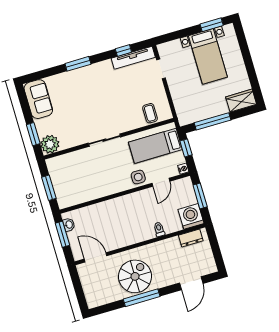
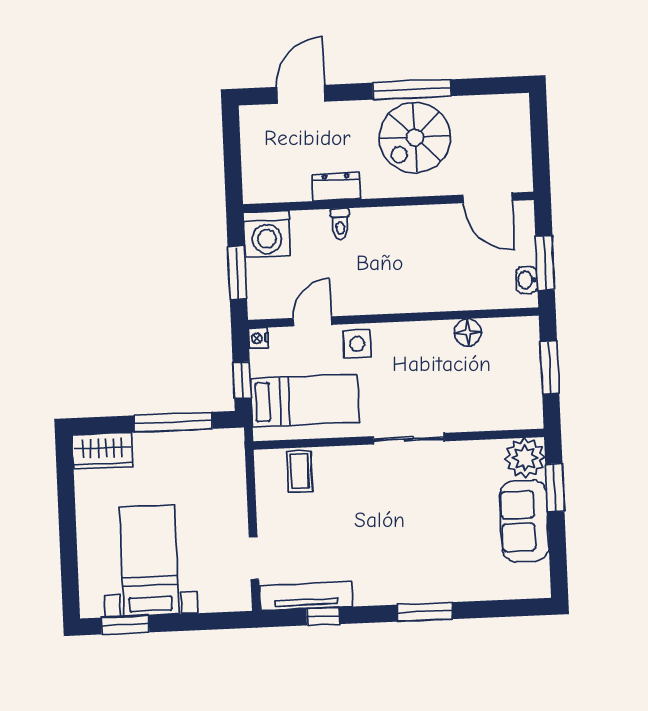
sofa: (38, 99) -> (524, 521), moved
floor lamp: (90, 194) -> (468, 332), added
dresser: (191, 238) -> (336, 187), moved

